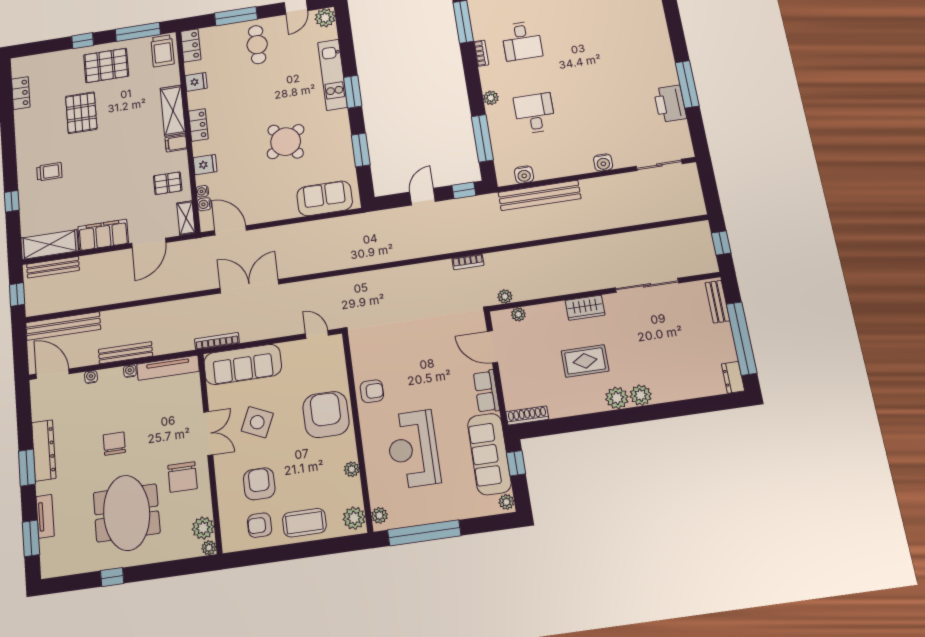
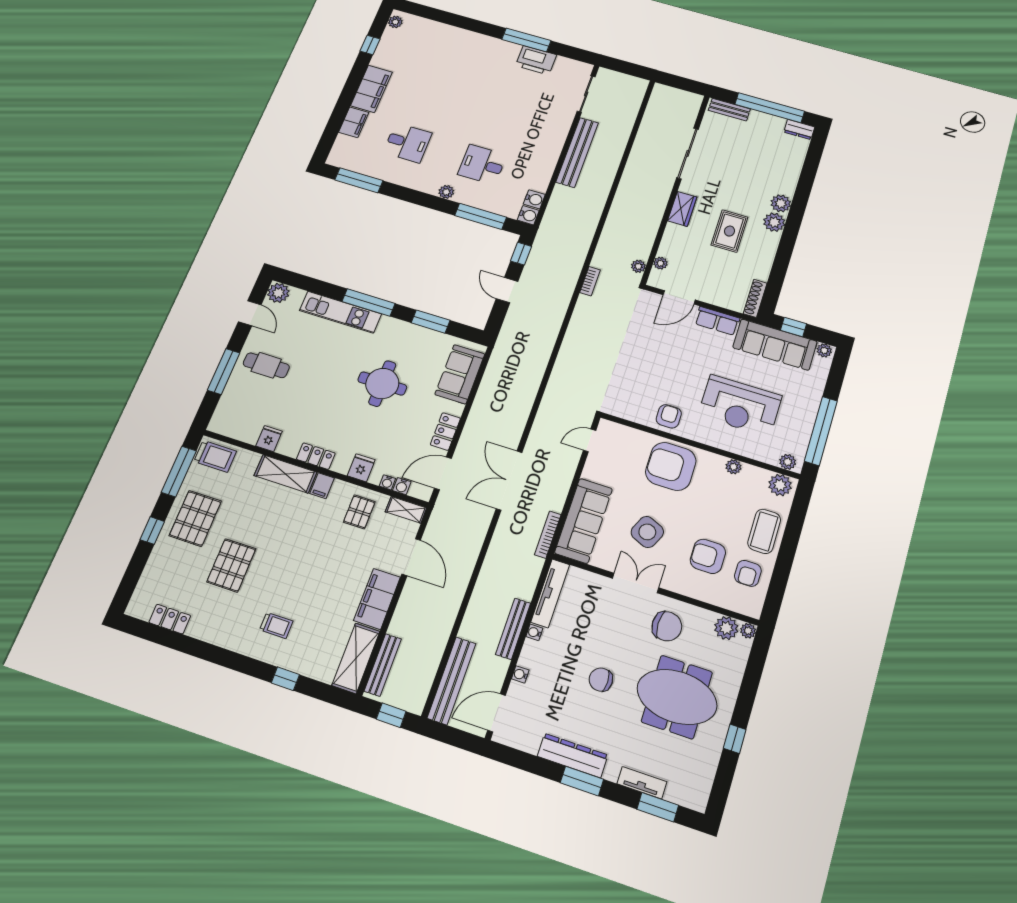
locker: (191, 45) -> (445, 432), moved, turned -90
bookcase: (481, 53) -> (399, 180), removed
window: (353, 92) -> (369, 302), width x1.44
pallet: (81, 113) -> (231, 565), turned 90
round table: (286, 142) -> (382, 384), turned 37
water cooler: (603, 162) -> (528, 215), moved
trolley: (49, 172) -> (276, 625), turned 90
bench: (540, 195) -> (577, 152), moved
window: (721, 243) -> (680, 83), removed

